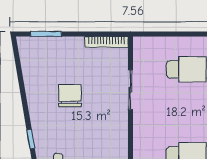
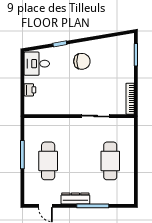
chair: (70, 96) -> (82, 61), moved

